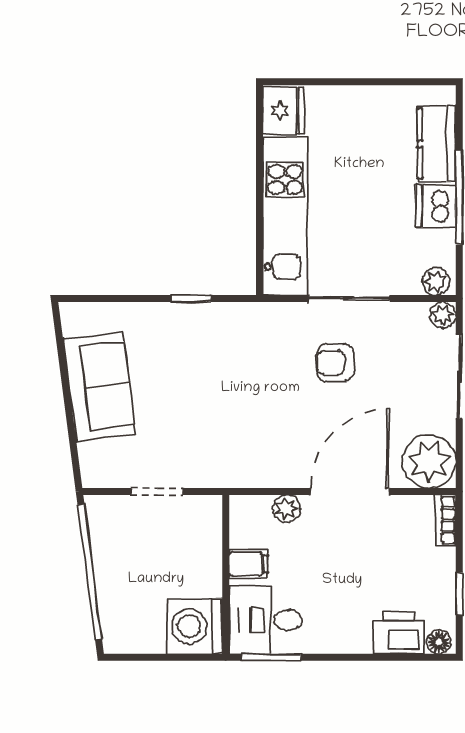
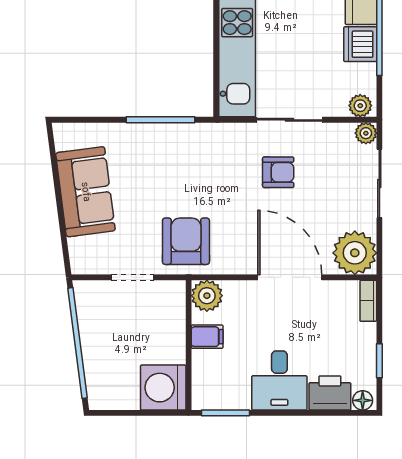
window: (191, 298) -> (161, 120), width x2.17
armchair: (335, 363) -> (278, 172), turned 180
armchair: (223, 447) -> (186, 241), added
door: (350, 491) -> (290, 277), hinge flipped
plant: (286, 509) -> (207, 296), moved, width x1.38, depth x1.38
desk: (265, 620) -> (279, 380), moved, turned -90

